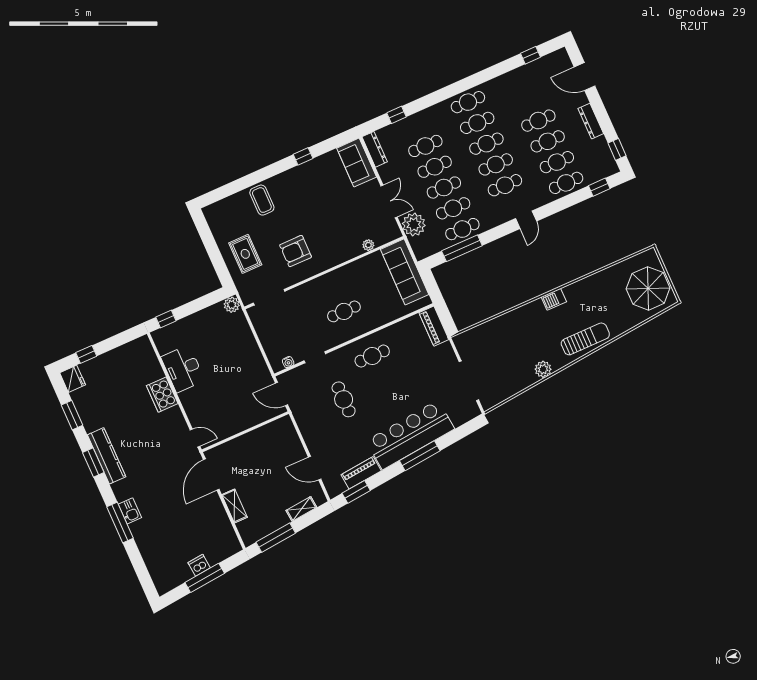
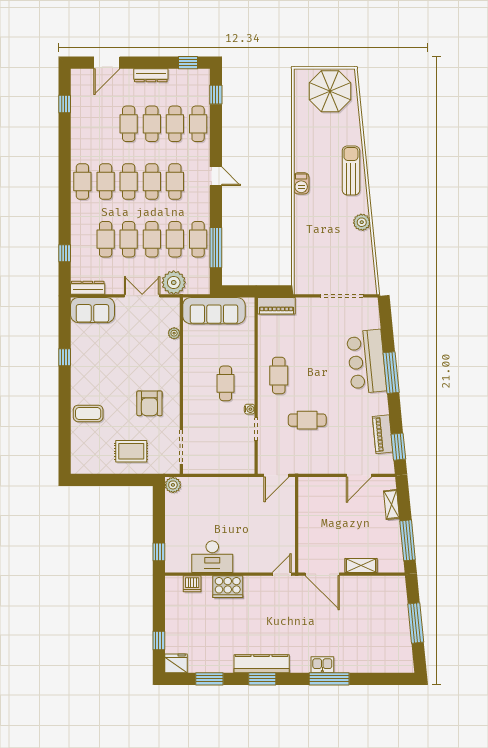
water cooler: (288, 362) -> (250, 409), moved
bar counter: (410, 435) -> (367, 362), width x0.73
dishwasher: (199, 565) -> (192, 584), moved, turned -84

